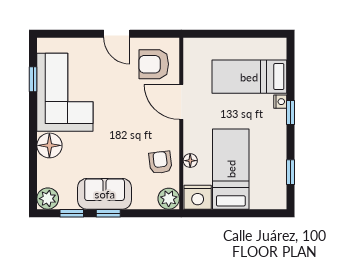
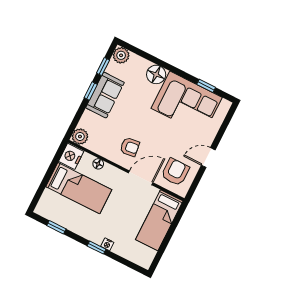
bed: (249, 77) -> (159, 220), moved, turned 180
armchair: (160, 162) -> (130, 147), moved

